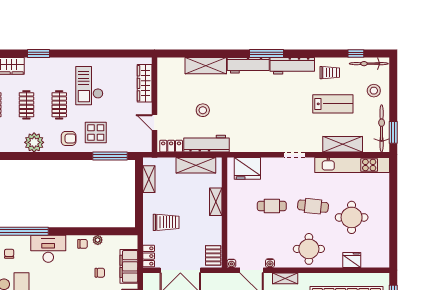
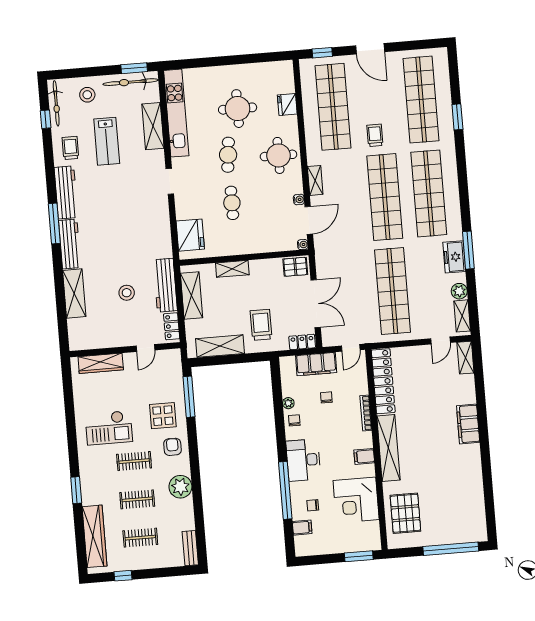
lab bench: (333, 104) -> (107, 141), turned 180
shelving: (149, 179) -> (220, 346), width x1.50, depth x1.33

